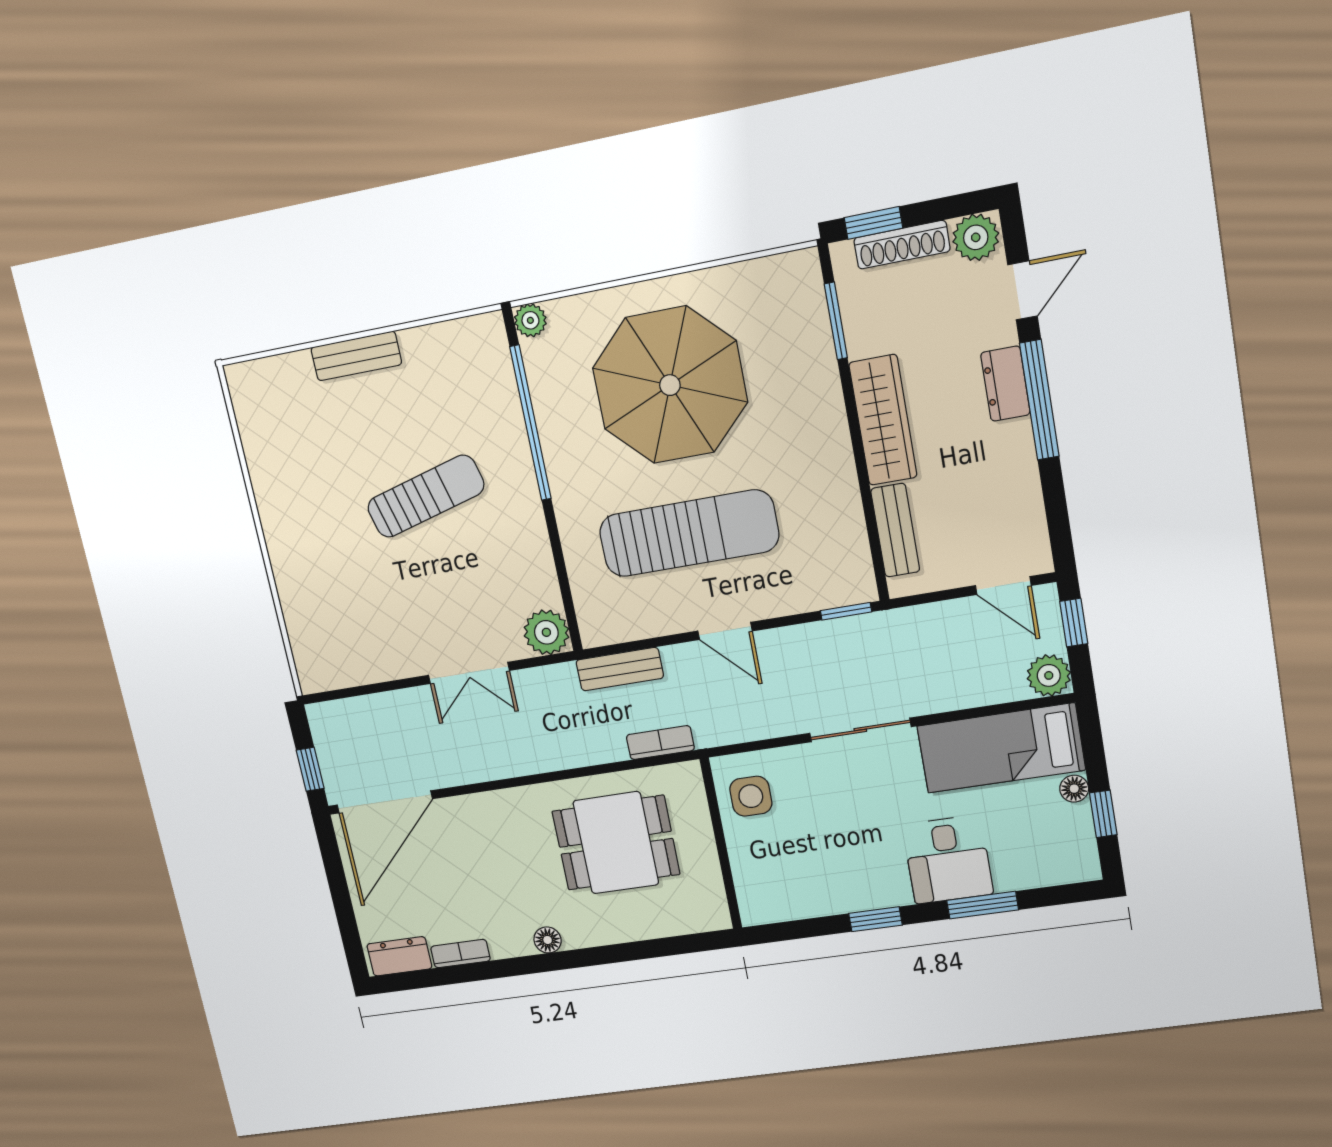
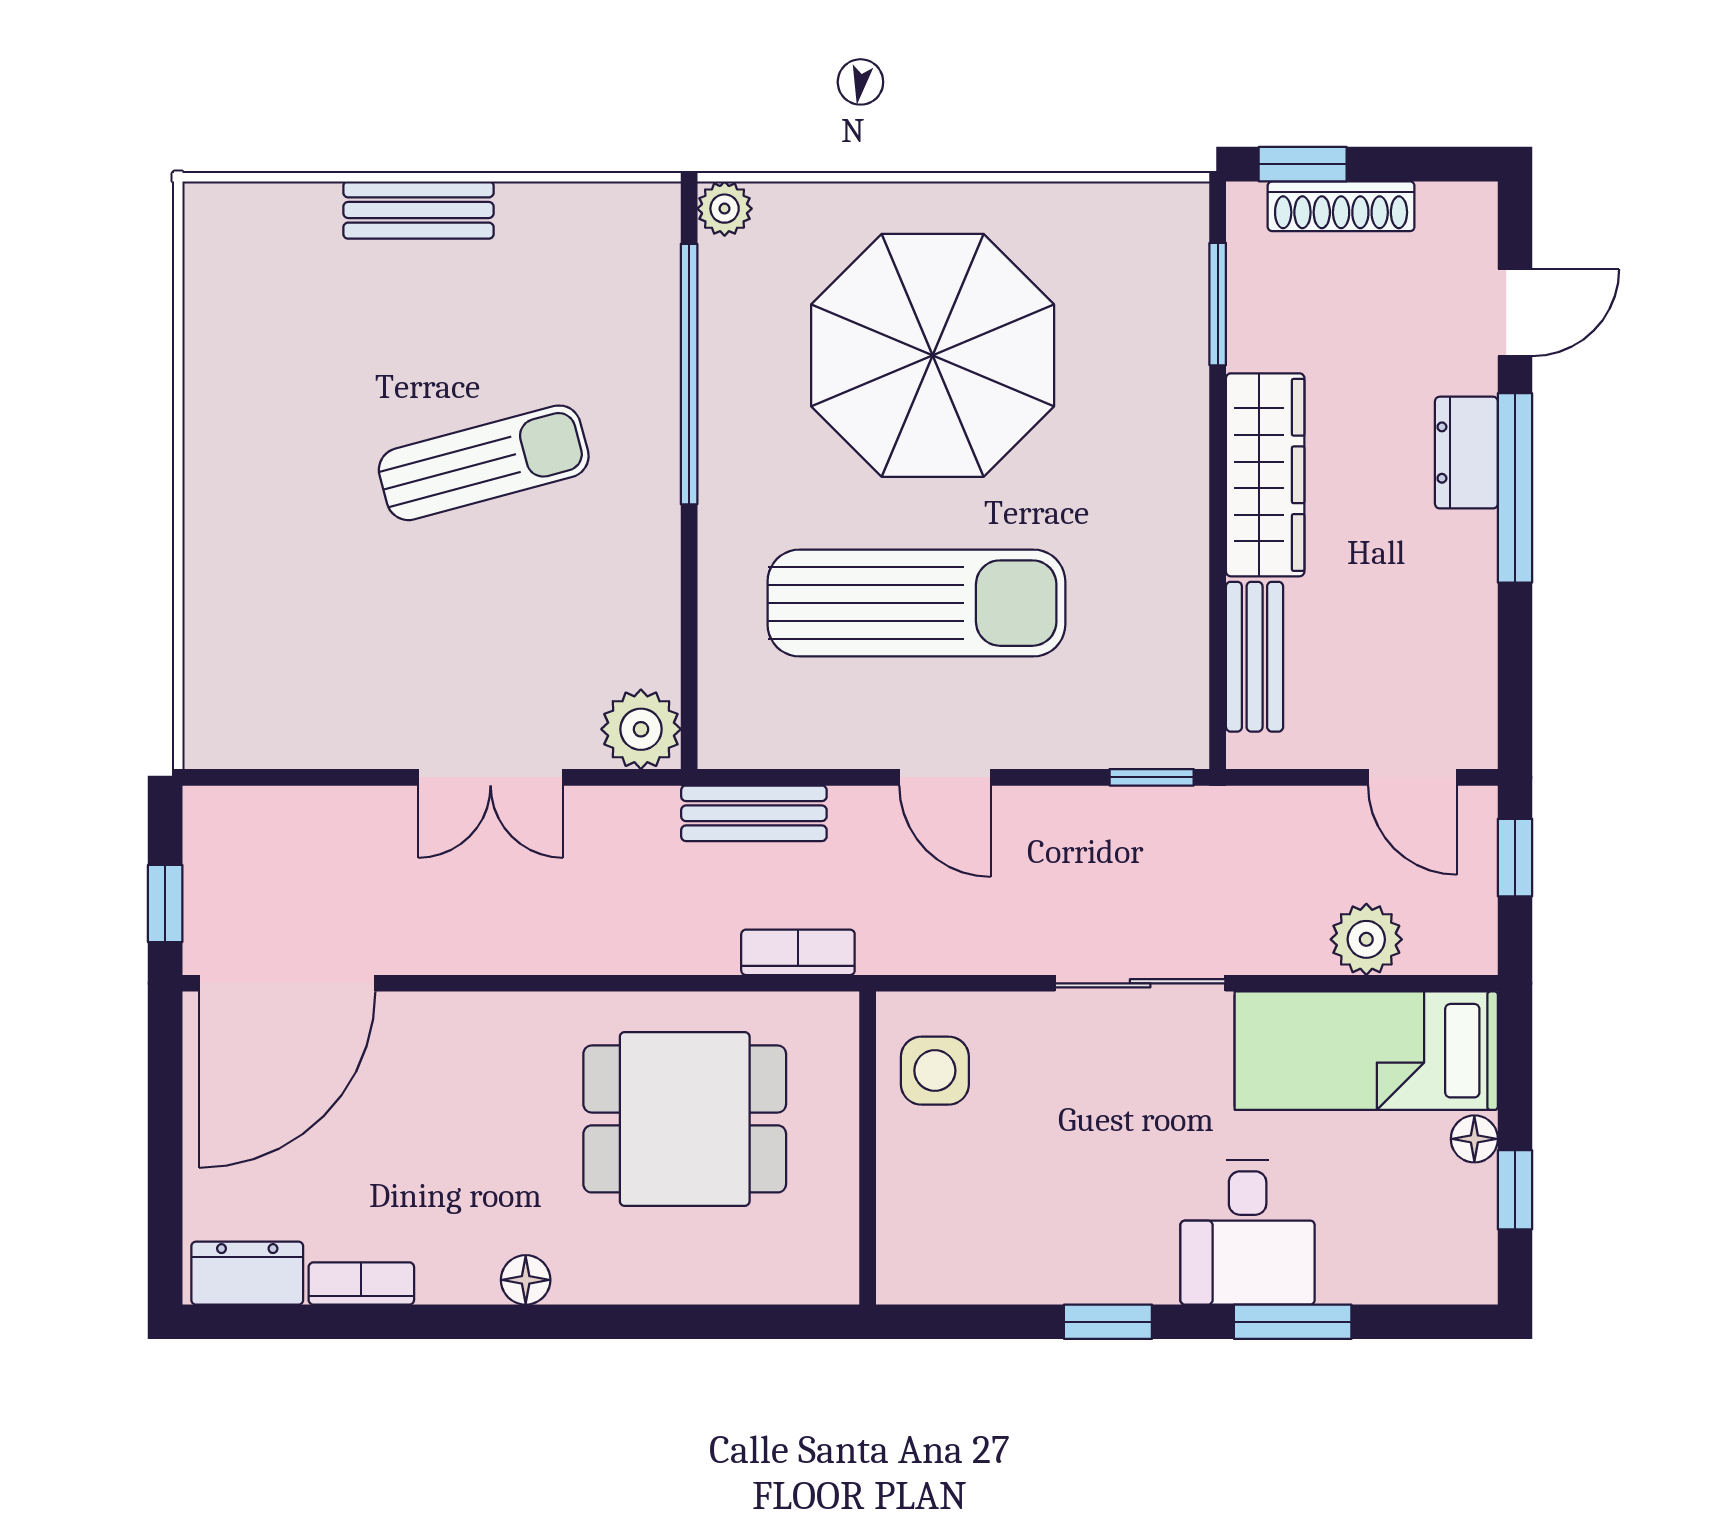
plant: (976, 237) -> (1456, 218), removed
plant: (1049, 675) -> (1366, 939), moved

